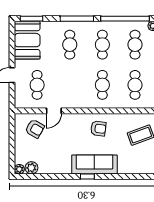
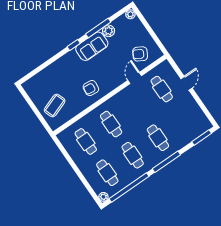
booth: (27, 40) -> (193, 119), removed
sofa: (94, 164) -> (92, 46), moved, width x0.73
plant: (31, 168) -> (109, 31), moved
window: (56, 177) -> (98, 28), added

